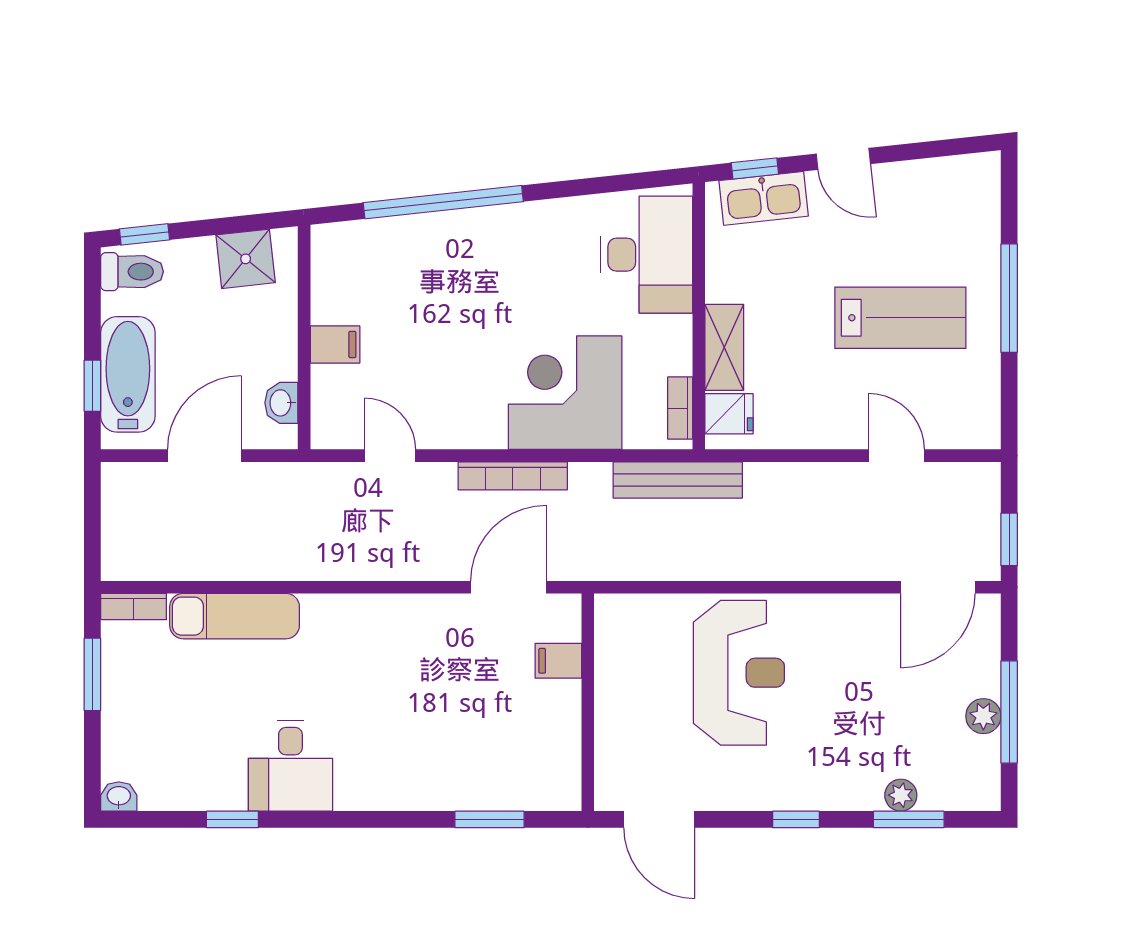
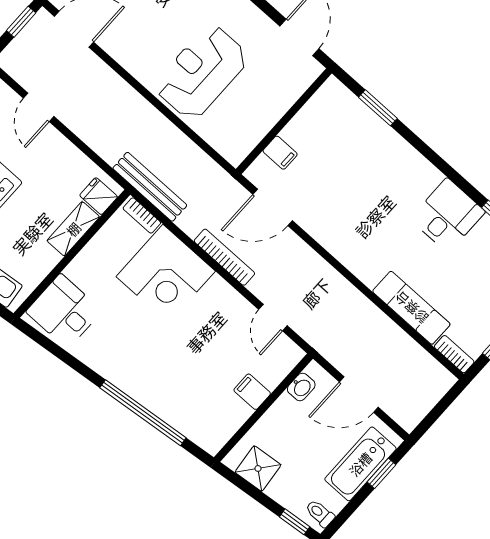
desk: (647, 255) -> (64, 311), width x0.73
toilet: (132, 272) -> (320, 513), width x0.73, depth x0.72
bookcase: (680, 408) -> (142, 215), moved, turned 90

